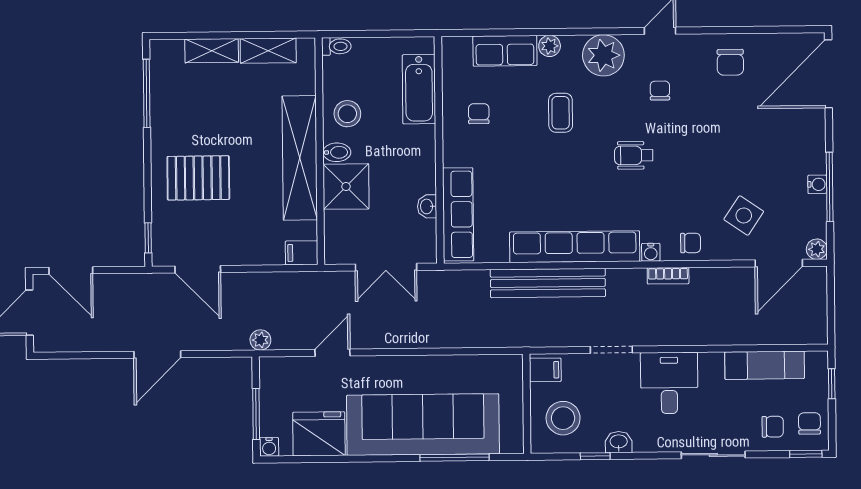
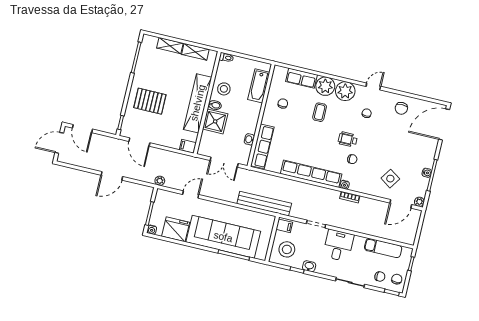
plant: (550, 46) -> (325, 86), width x1.88, depth x1.88
chair: (691, 243) -> (352, 159), moved
bench: (548, 283) -> (264, 204), moved

